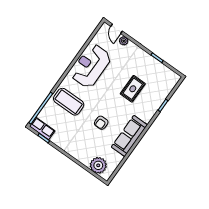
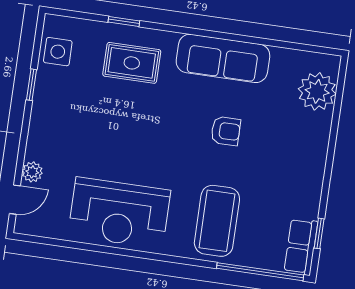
side table: (165, 74) -> (58, 52), added
rug: (133, 89) -> (132, 63), moved

